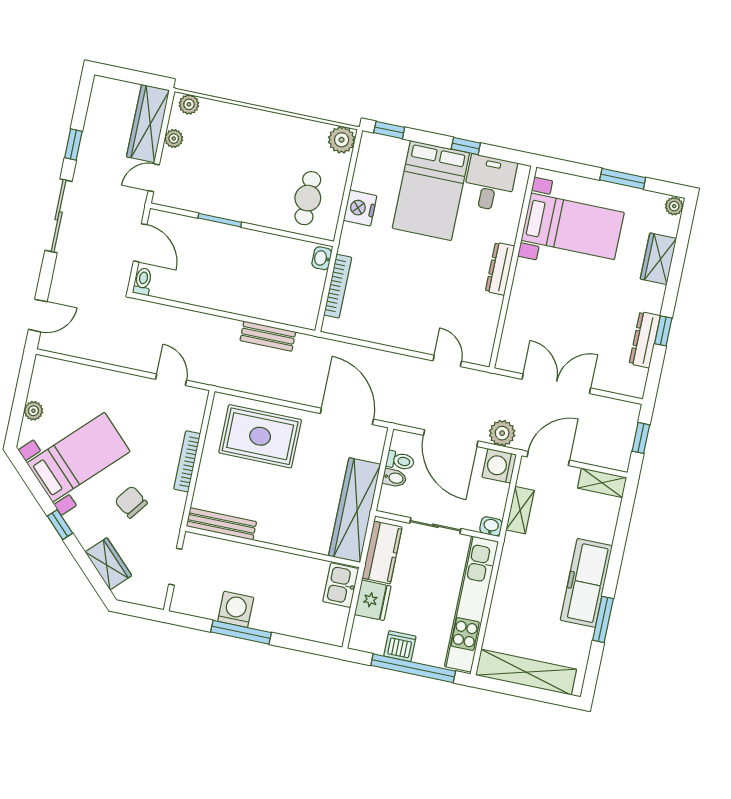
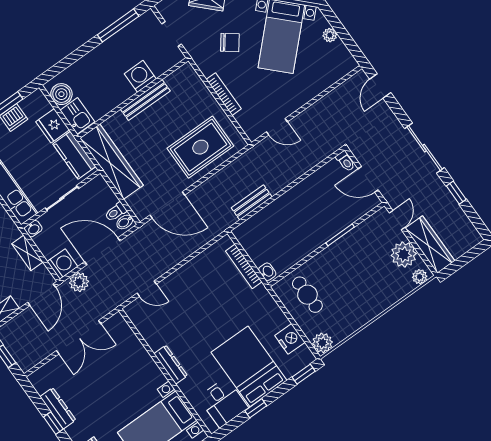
plant: (174, 139) -> (404, 255), width x1.87, depth x1.87
nightstand: (360, 208) -> (290, 339), moved
bidet: (394, 478) -> (125, 222), moved
bench: (221, 524) -> (145, 100), moved
washing machine: (236, 609) -> (140, 76), moved, turned 180
boiler: (334, 620) -> (61, 94), added
window: (241, 632) -> (118, 25), moved

